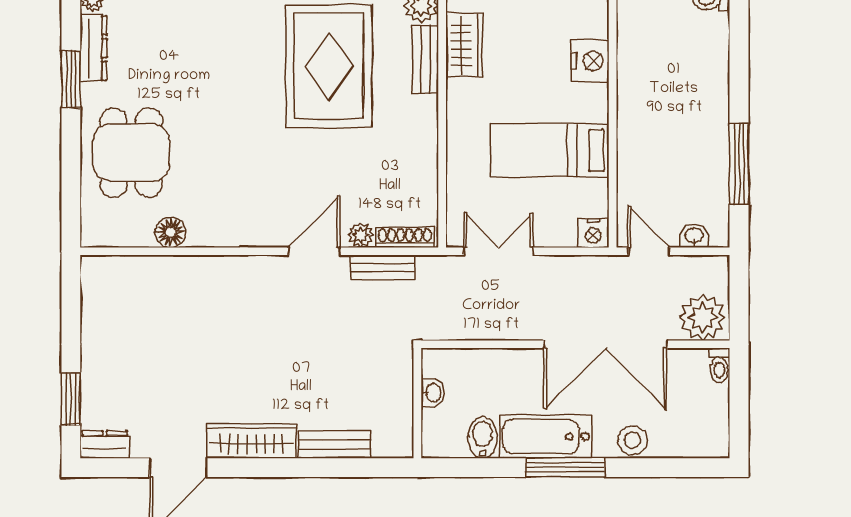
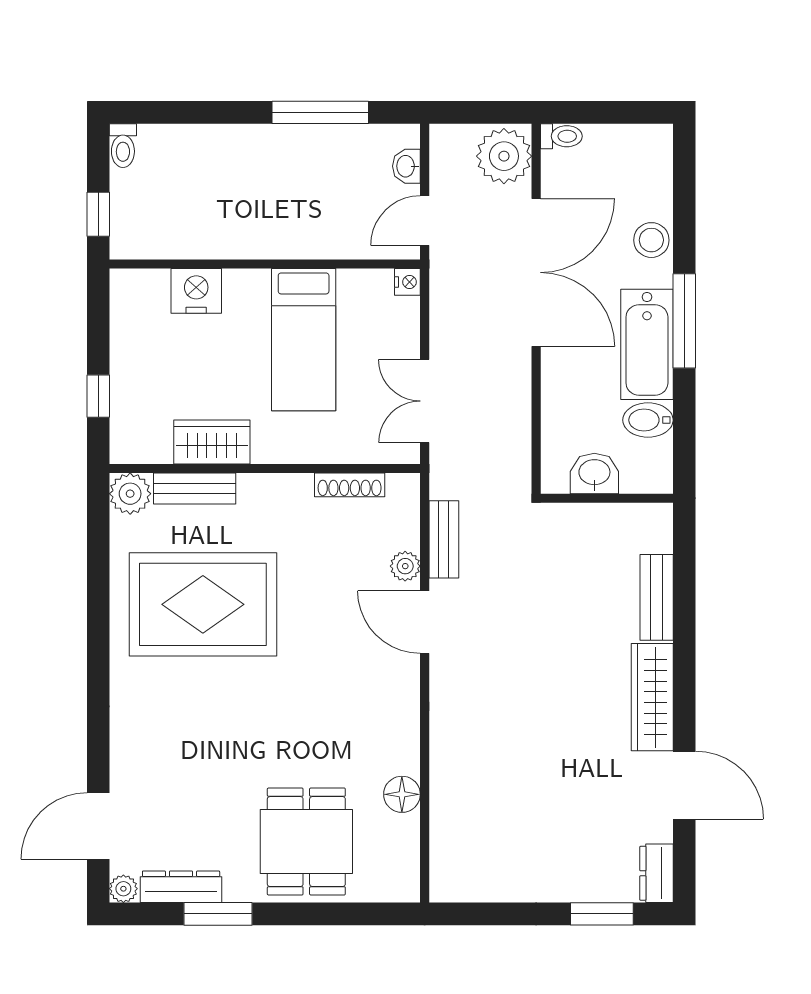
wardrobe: (464, 45) -> (212, 442), moved
dining table: (131, 153) -> (306, 842), turned 90
nightstand: (593, 233) -> (407, 282), width x0.72, depth x0.74
shoe rack: (405, 238) -> (350, 485), moved, turned -90
washbasin: (433, 393) -> (594, 473), width x1.38, depth x1.45

